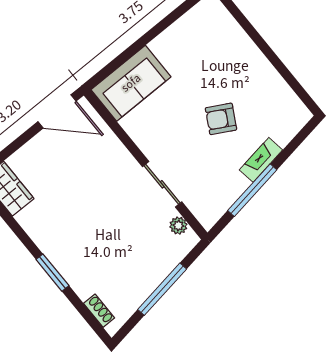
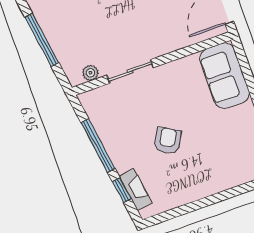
window: (290, 148) -> (122, 190), added
fireplace: (261, 160) -> (135, 189), moved

